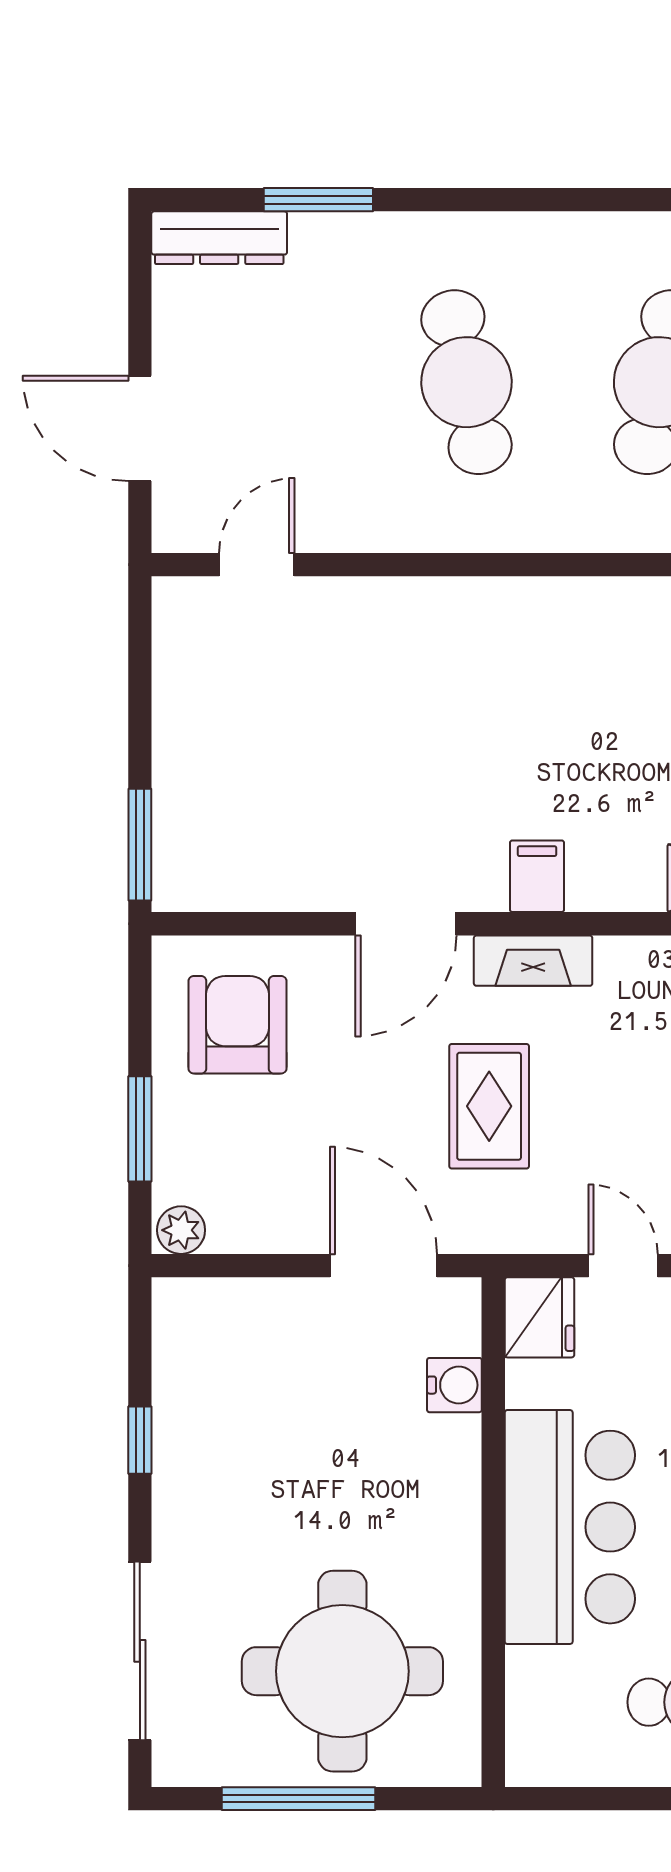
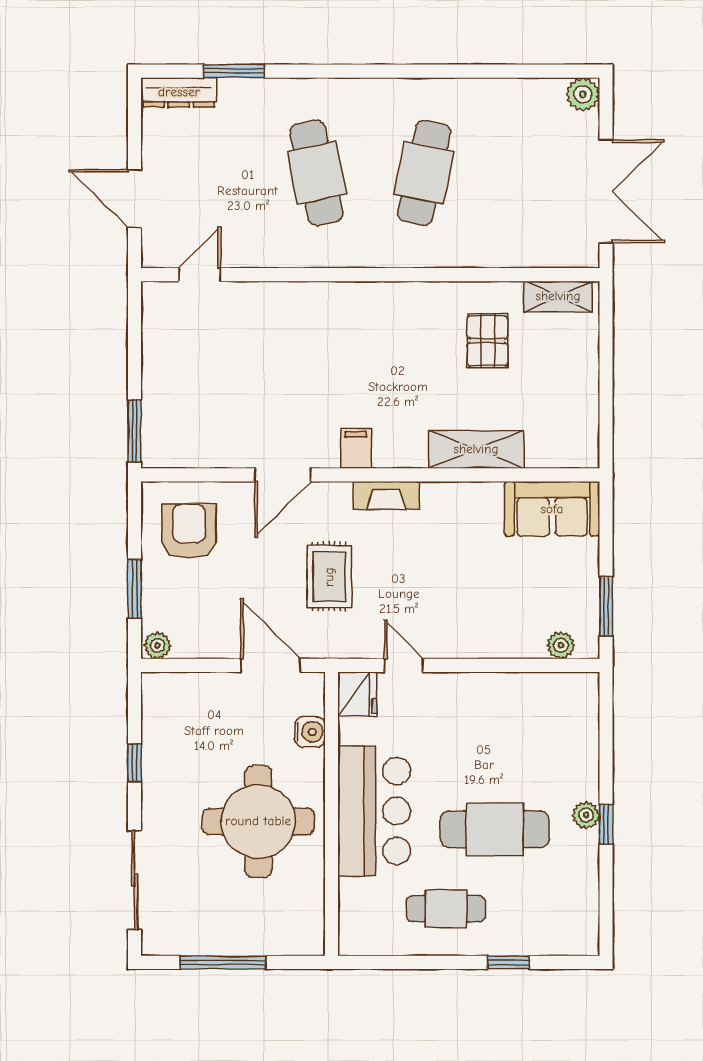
fireplace: (533, 961) -> (386, 495), moved
round table: (342, 1671) -> (258, 821), moved

